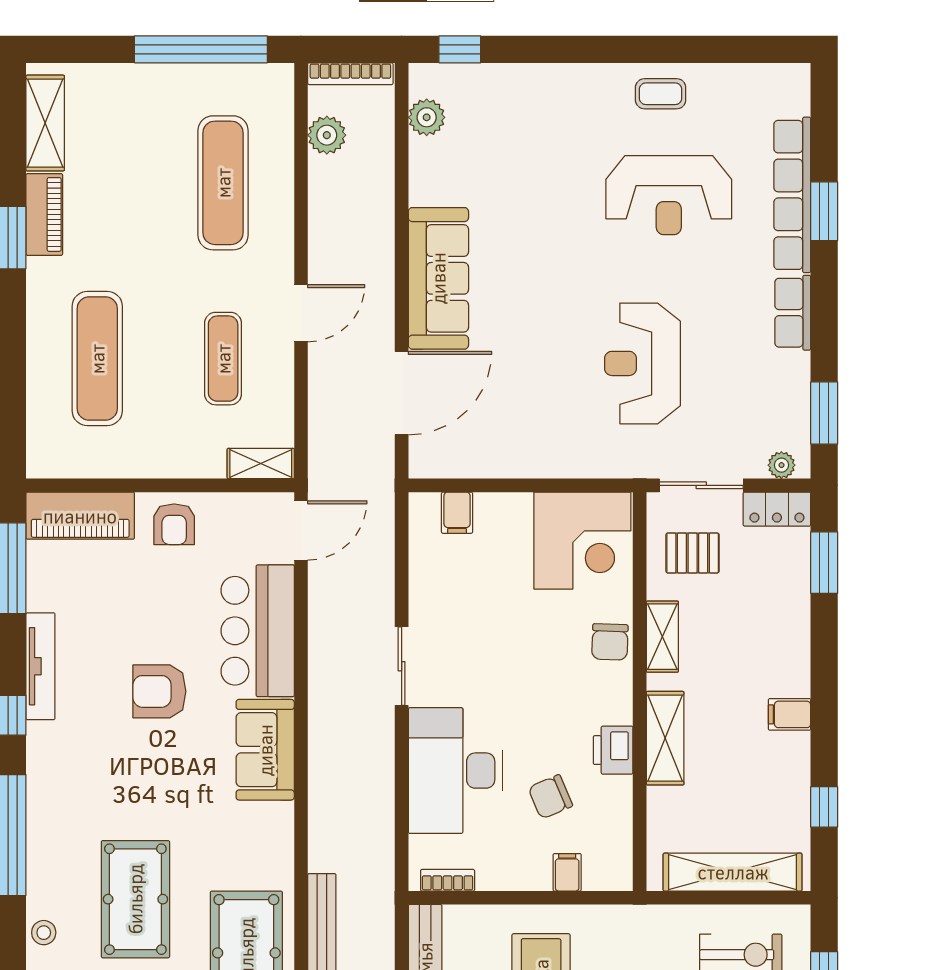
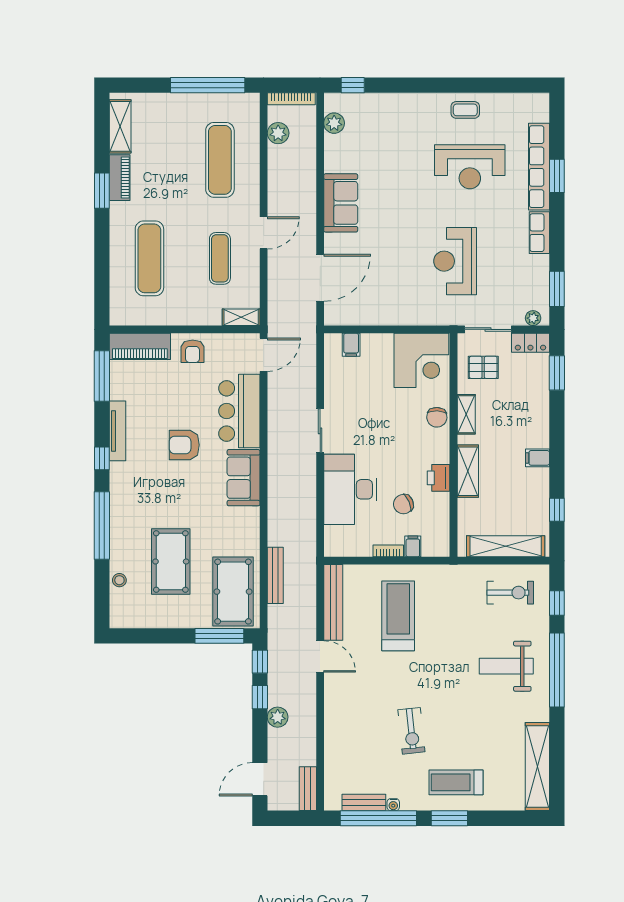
sofa: (438, 278) -> (341, 203), width x0.73
bookcase: (448, 880) -> (388, 551), moved

